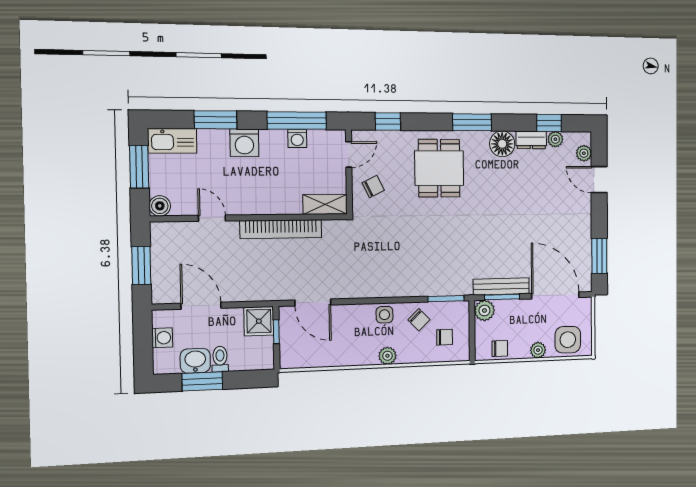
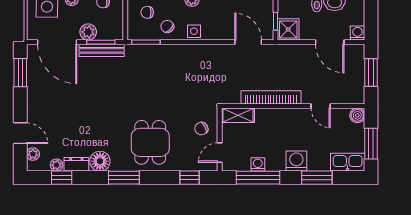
plant: (484, 310) -> (88, 32), moved
washing machine: (162, 338) -> (358, 33), moved, turned 90

